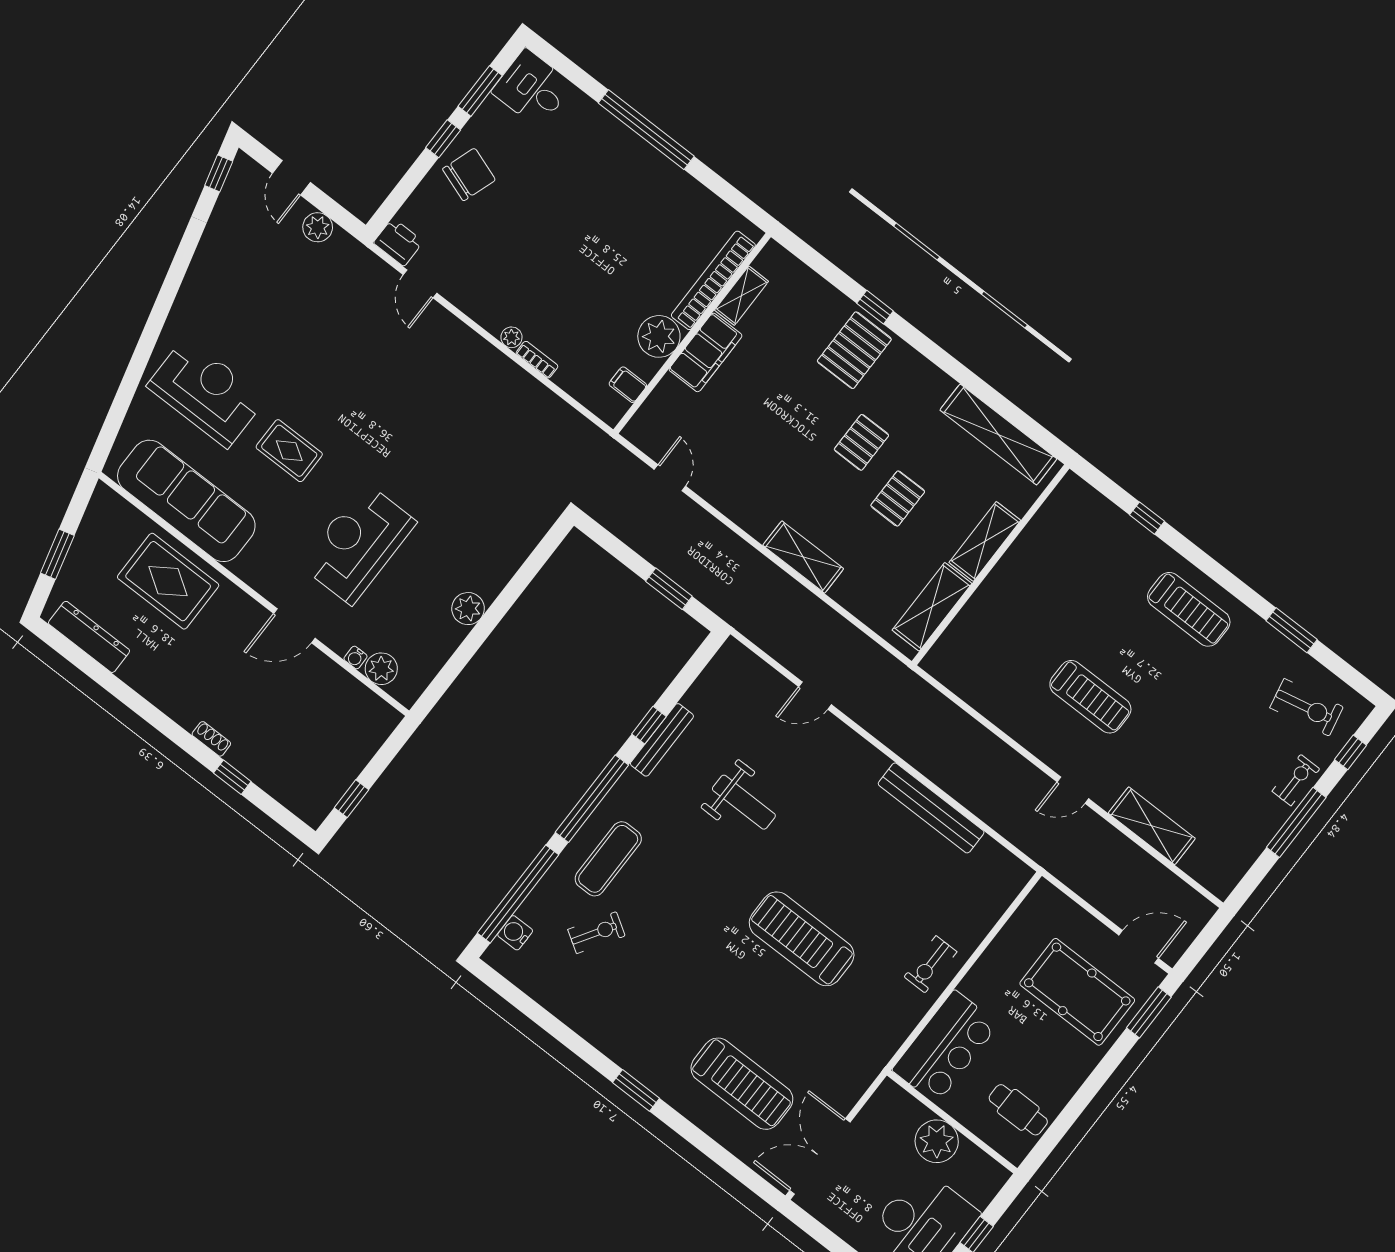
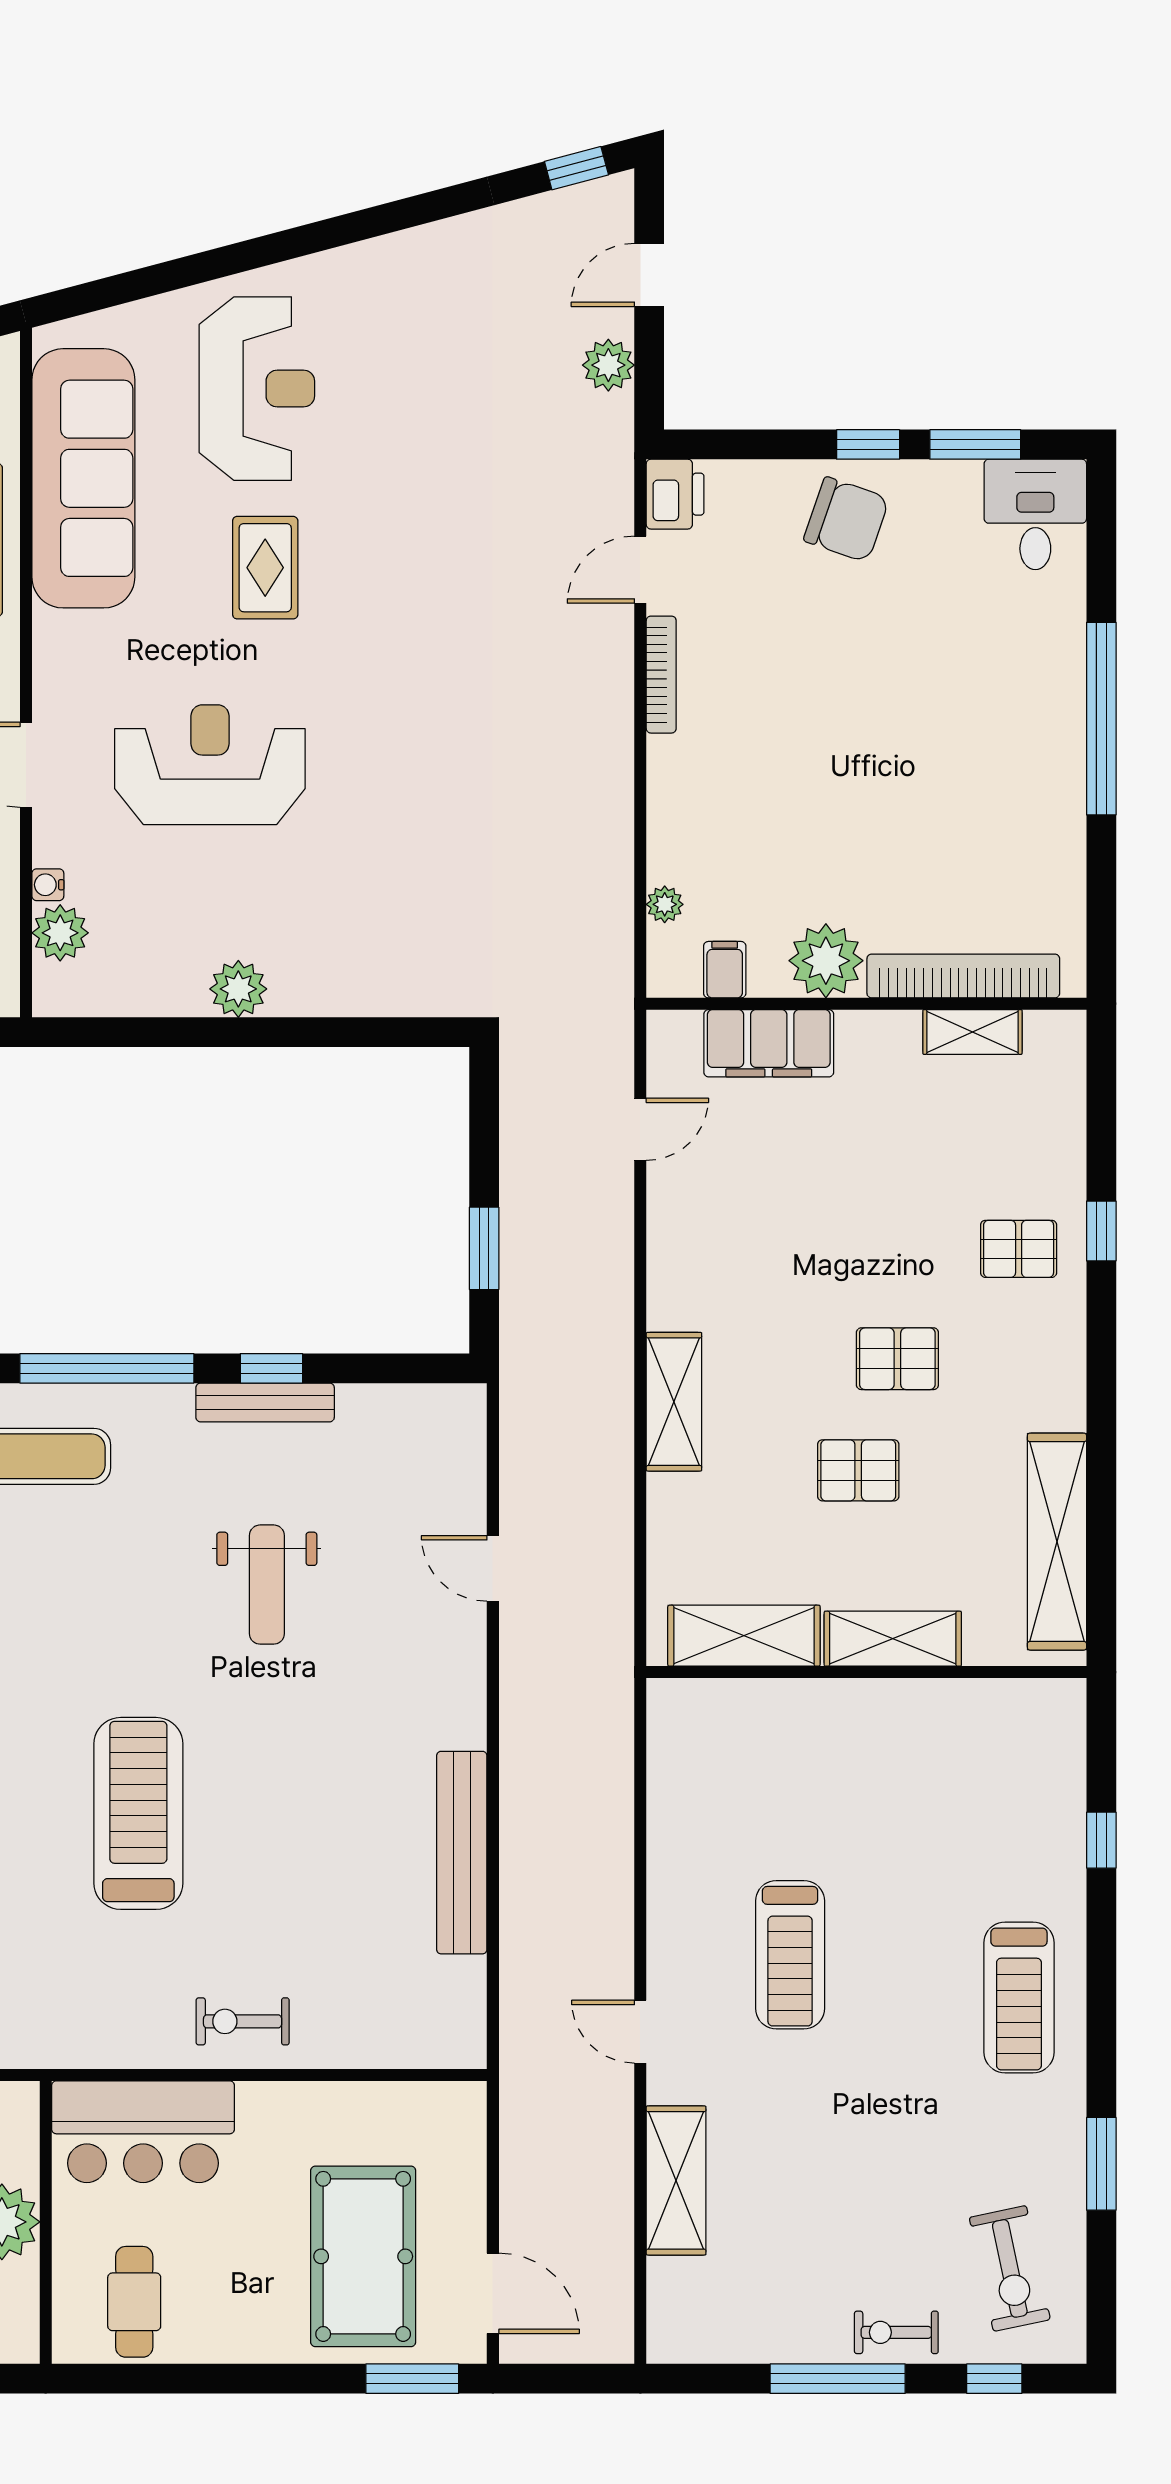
plant: (511, 337) -> (665, 904), moved
pallet: (854, 350) -> (1019, 1249), width x0.67, depth x0.71
filing cabinet: (706, 352) -> (769, 1043), moved
bookcase: (537, 360) -> (661, 675), moved, width x1.56
exercise bike: (1296, 780) -> (896, 2332), turned 180

